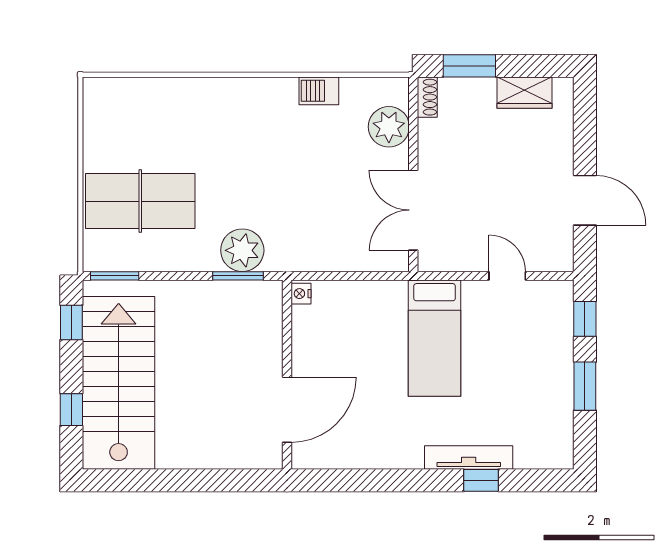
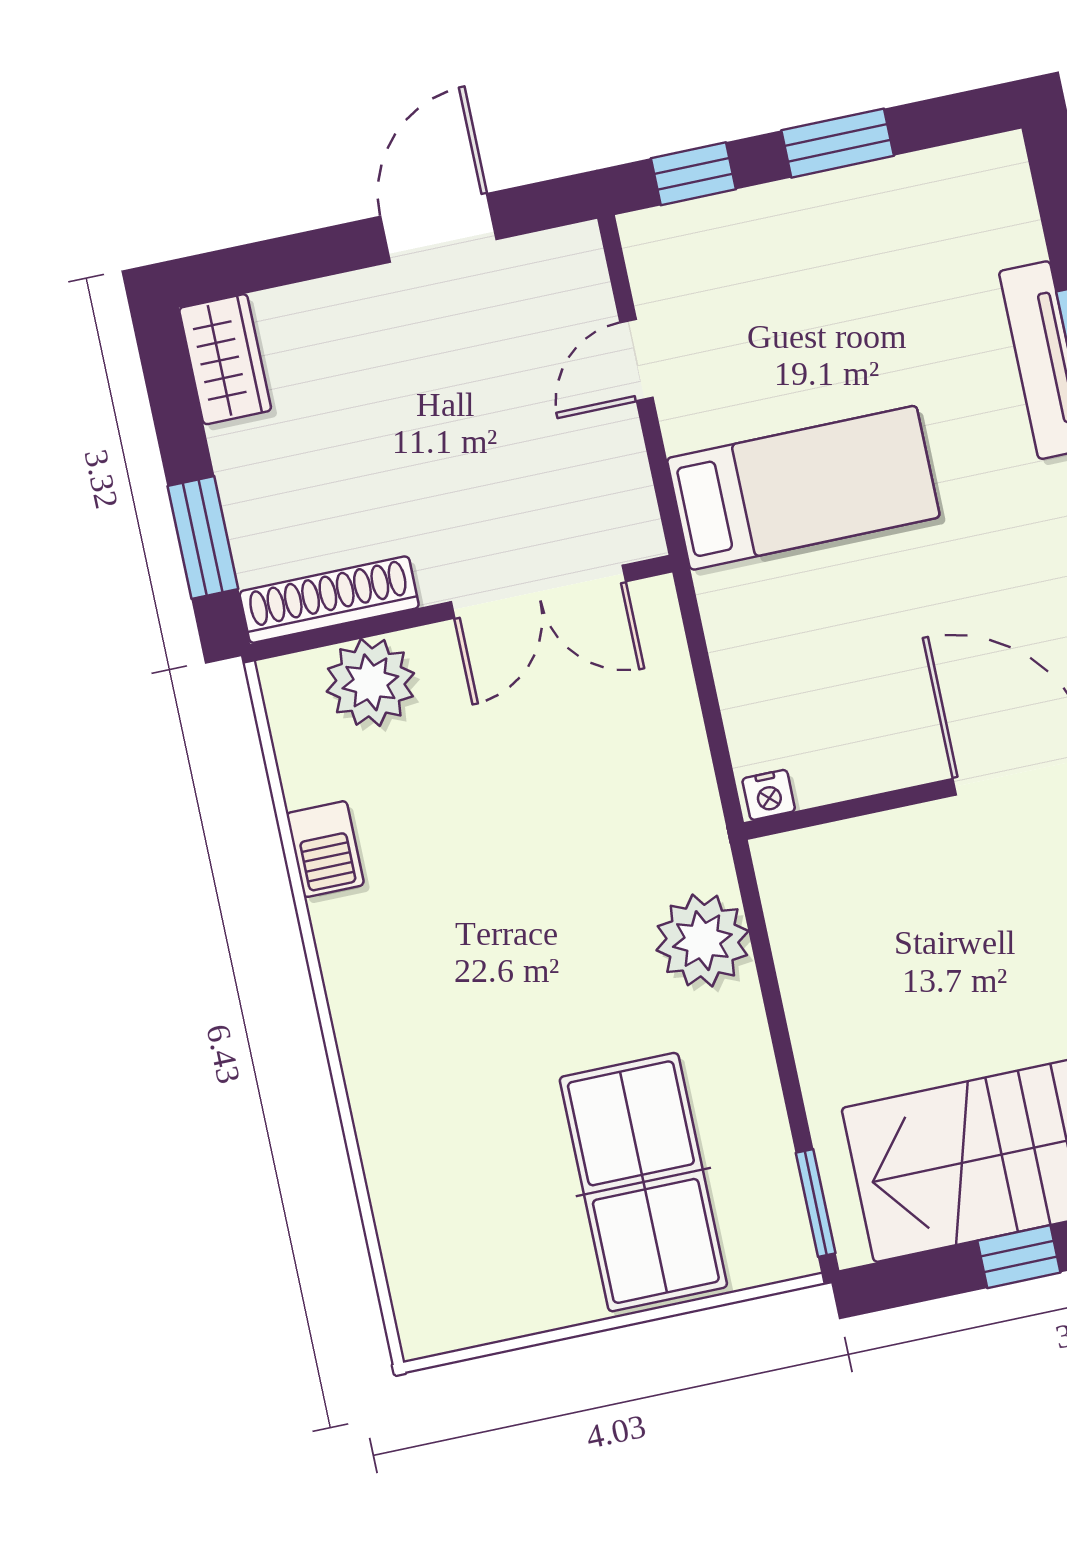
wardrobe: (525, 93) -> (225, 359), moved
shoe rack: (427, 97) -> (329, 600), width x1.94, depth x1.24
window: (238, 276) -> (759, 938), removed
window: (71, 323) -> (1019, 1257), moved

